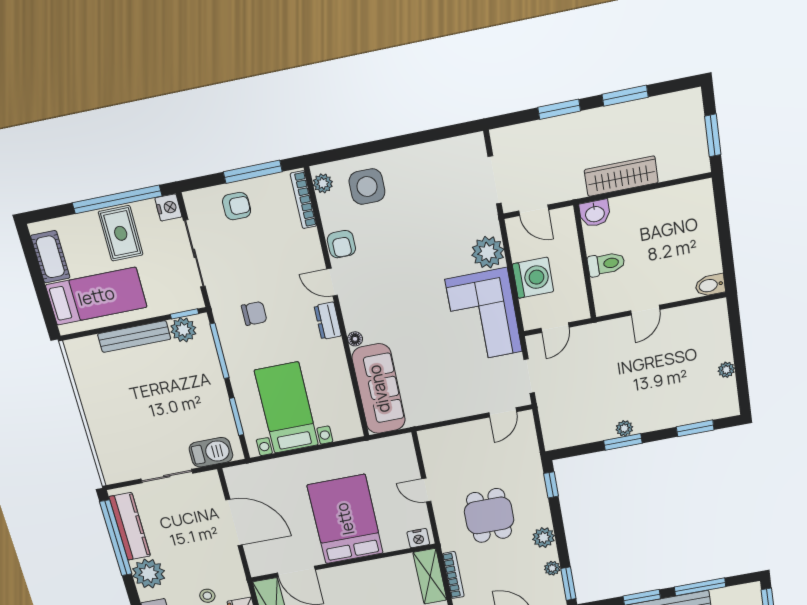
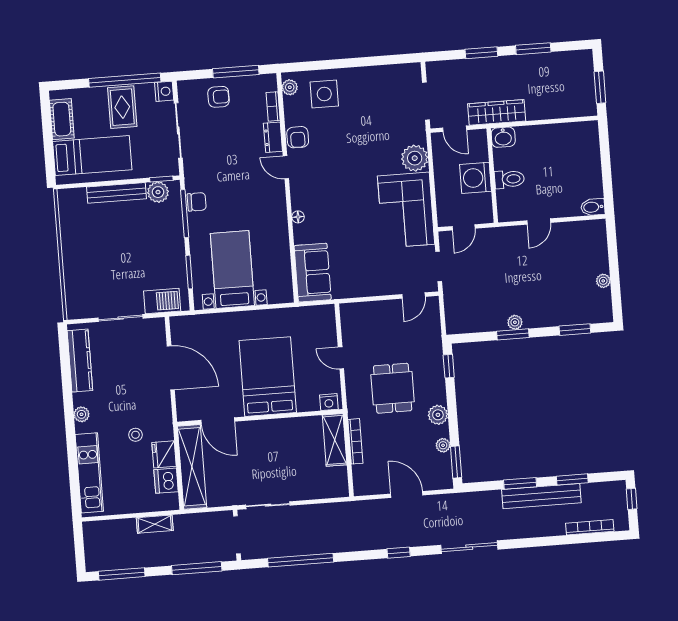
wardrobe: (621, 176) -> (497, 112), moved
bookcase: (303, 200) -> (273, 106), width x0.64
washing machine: (533, 278) -> (475, 178), moved, turned 180
chair: (254, 313) -> (197, 202), moved
dresser: (328, 321) -> (273, 137), moved
sofa: (379, 389) -> (313, 273), width x0.73
window: (116, 538) -> (66, 370), removed
plant: (149, 574) -> (81, 414), width x0.53, depth x0.53
window: (700, 587) -> (572, 479), width x0.69

